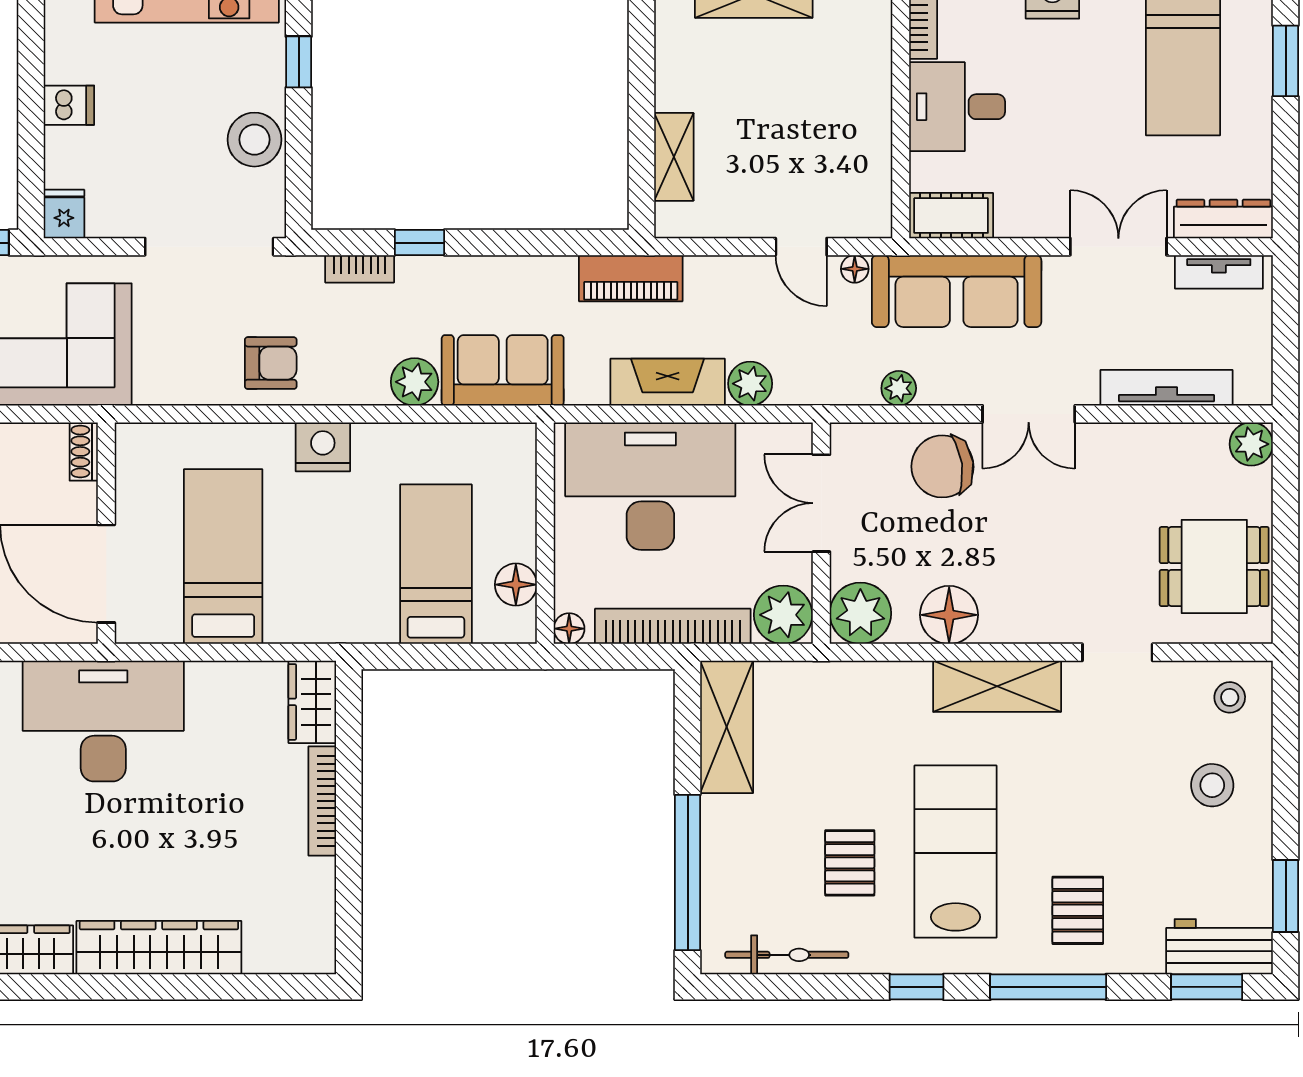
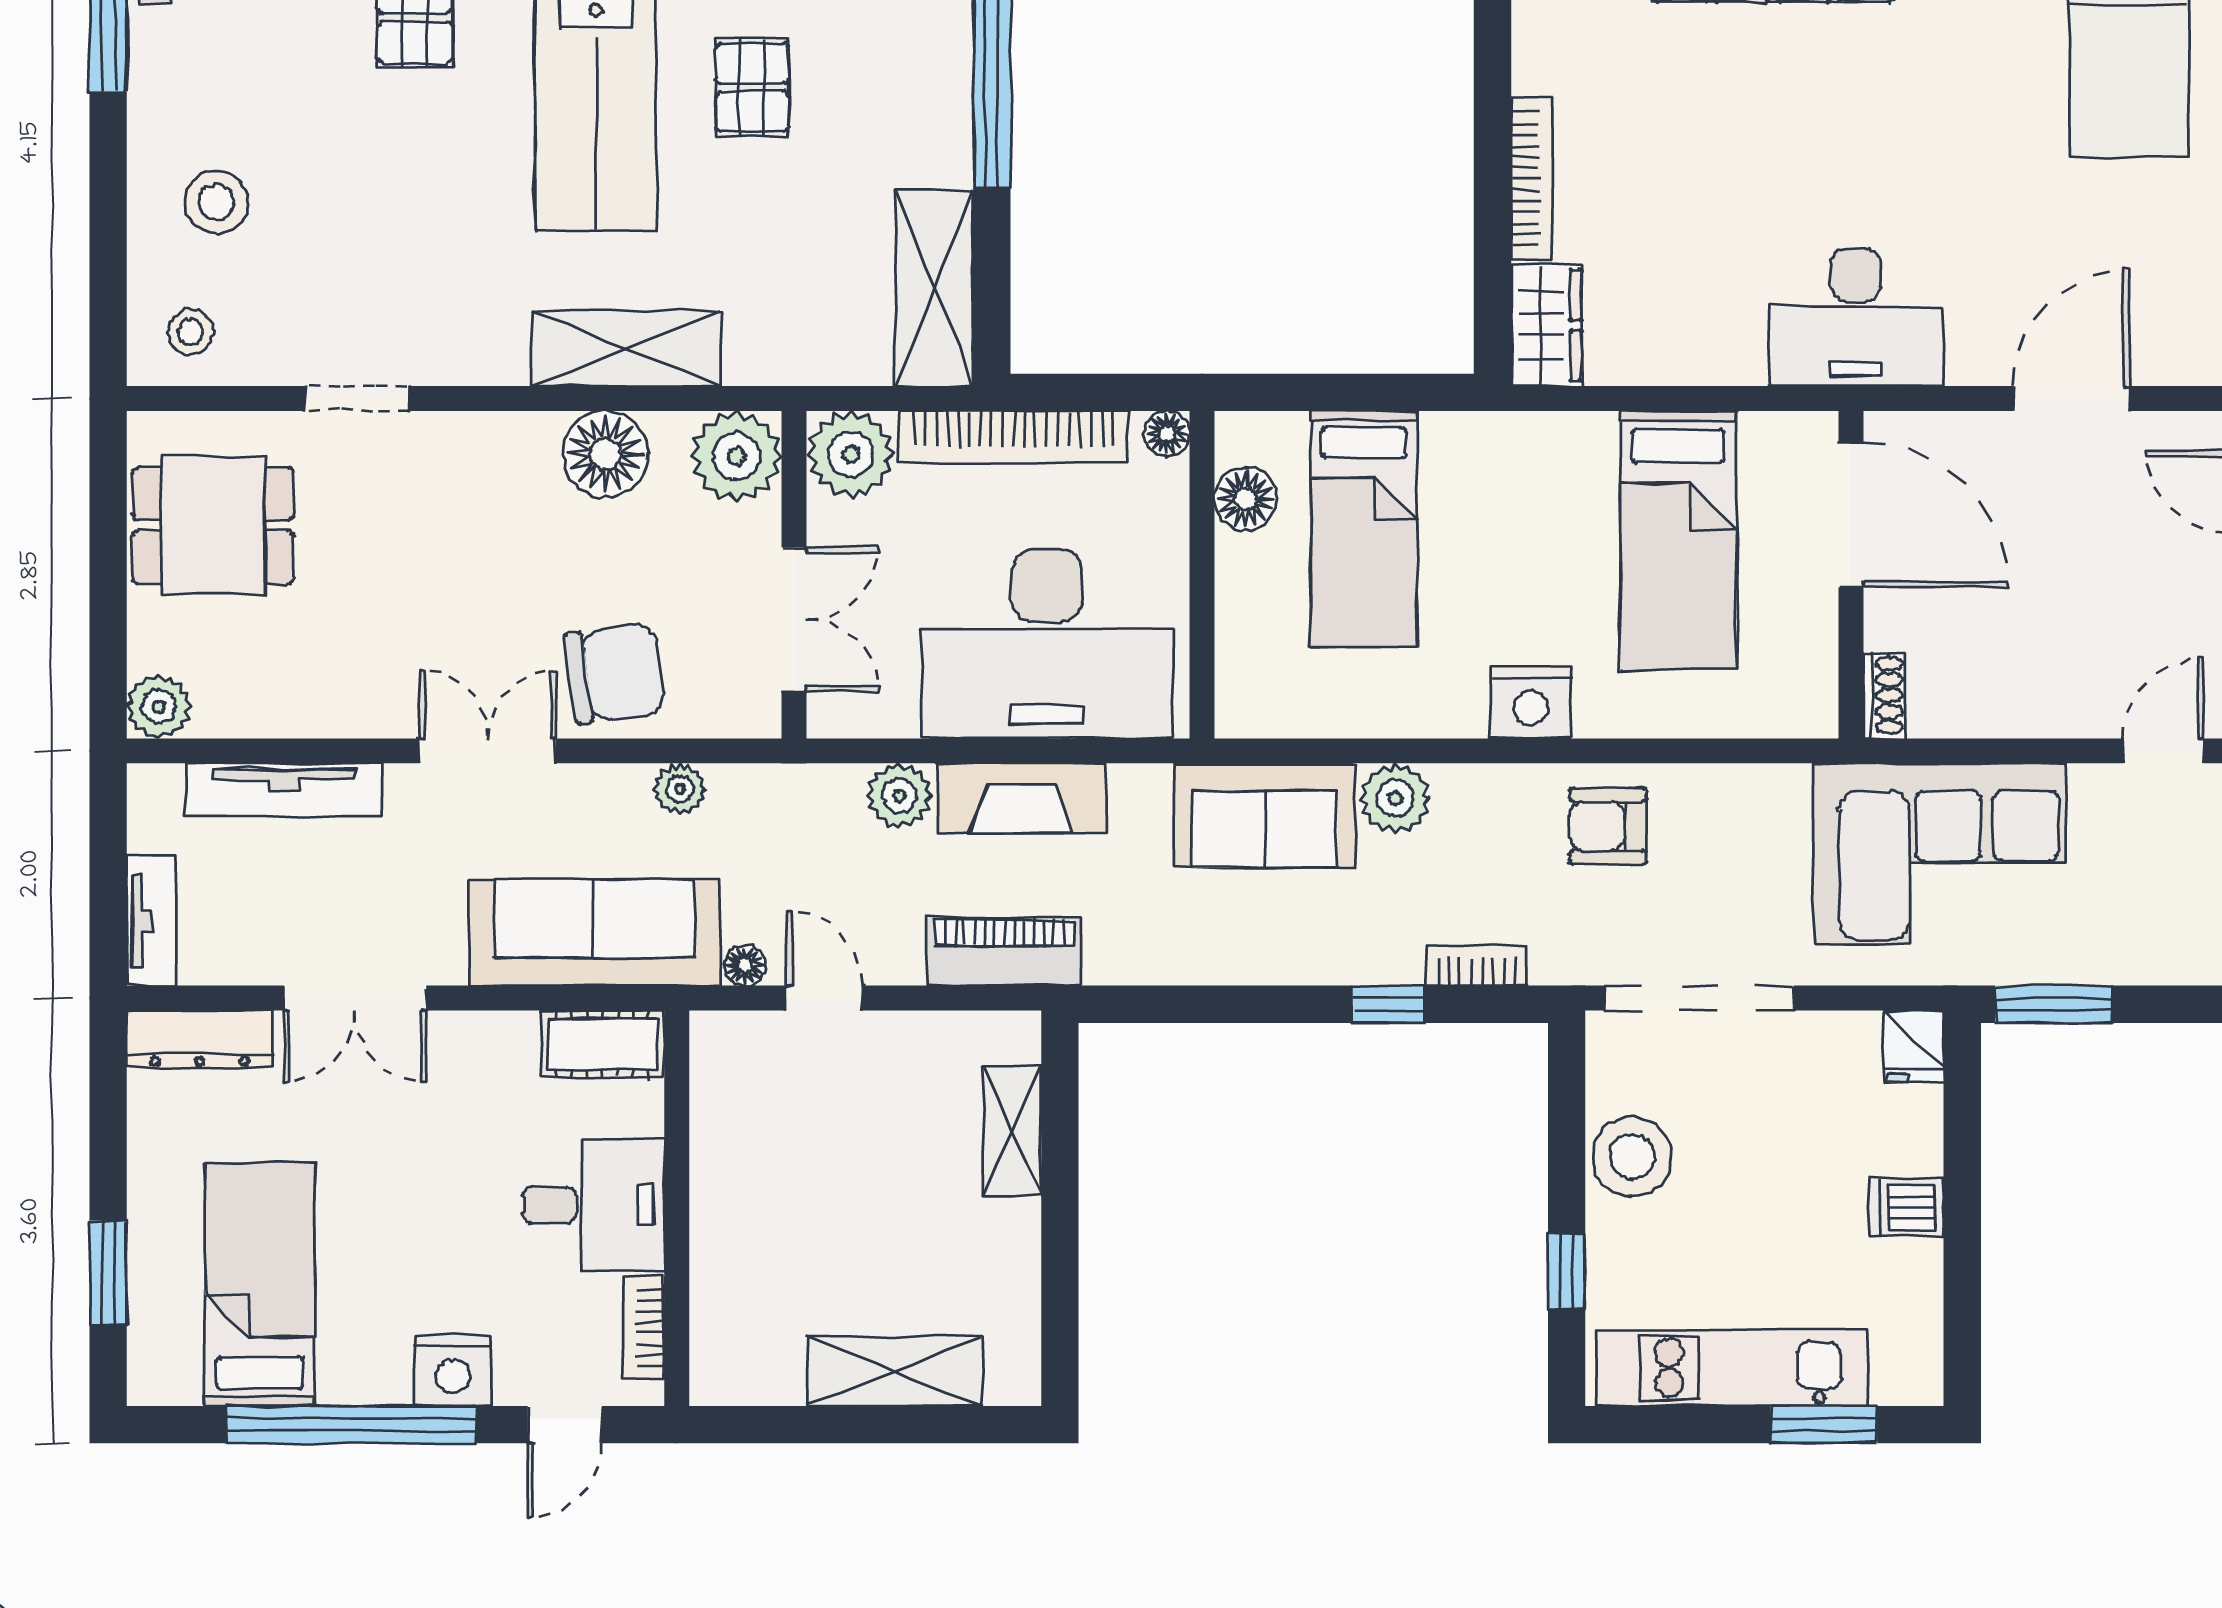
tv unit: (1219, 272) -> (151, 921), moved, turned 90
piano: (631, 278) -> (1004, 952), moved
shelving: (997, 686) -> (626, 348), moved
desk: (103, 721) -> (1855, 318), width x0.73, depth x0.77

